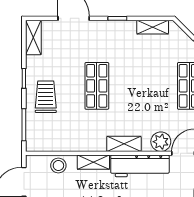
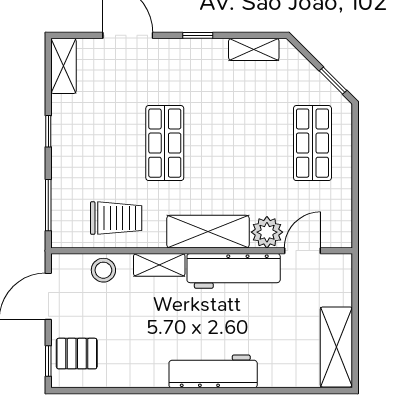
trolley: (46, 97) -> (116, 218), moved, turned 90
shelving: (124, 144) -> (208, 232), width x1.50, depth x1.33

